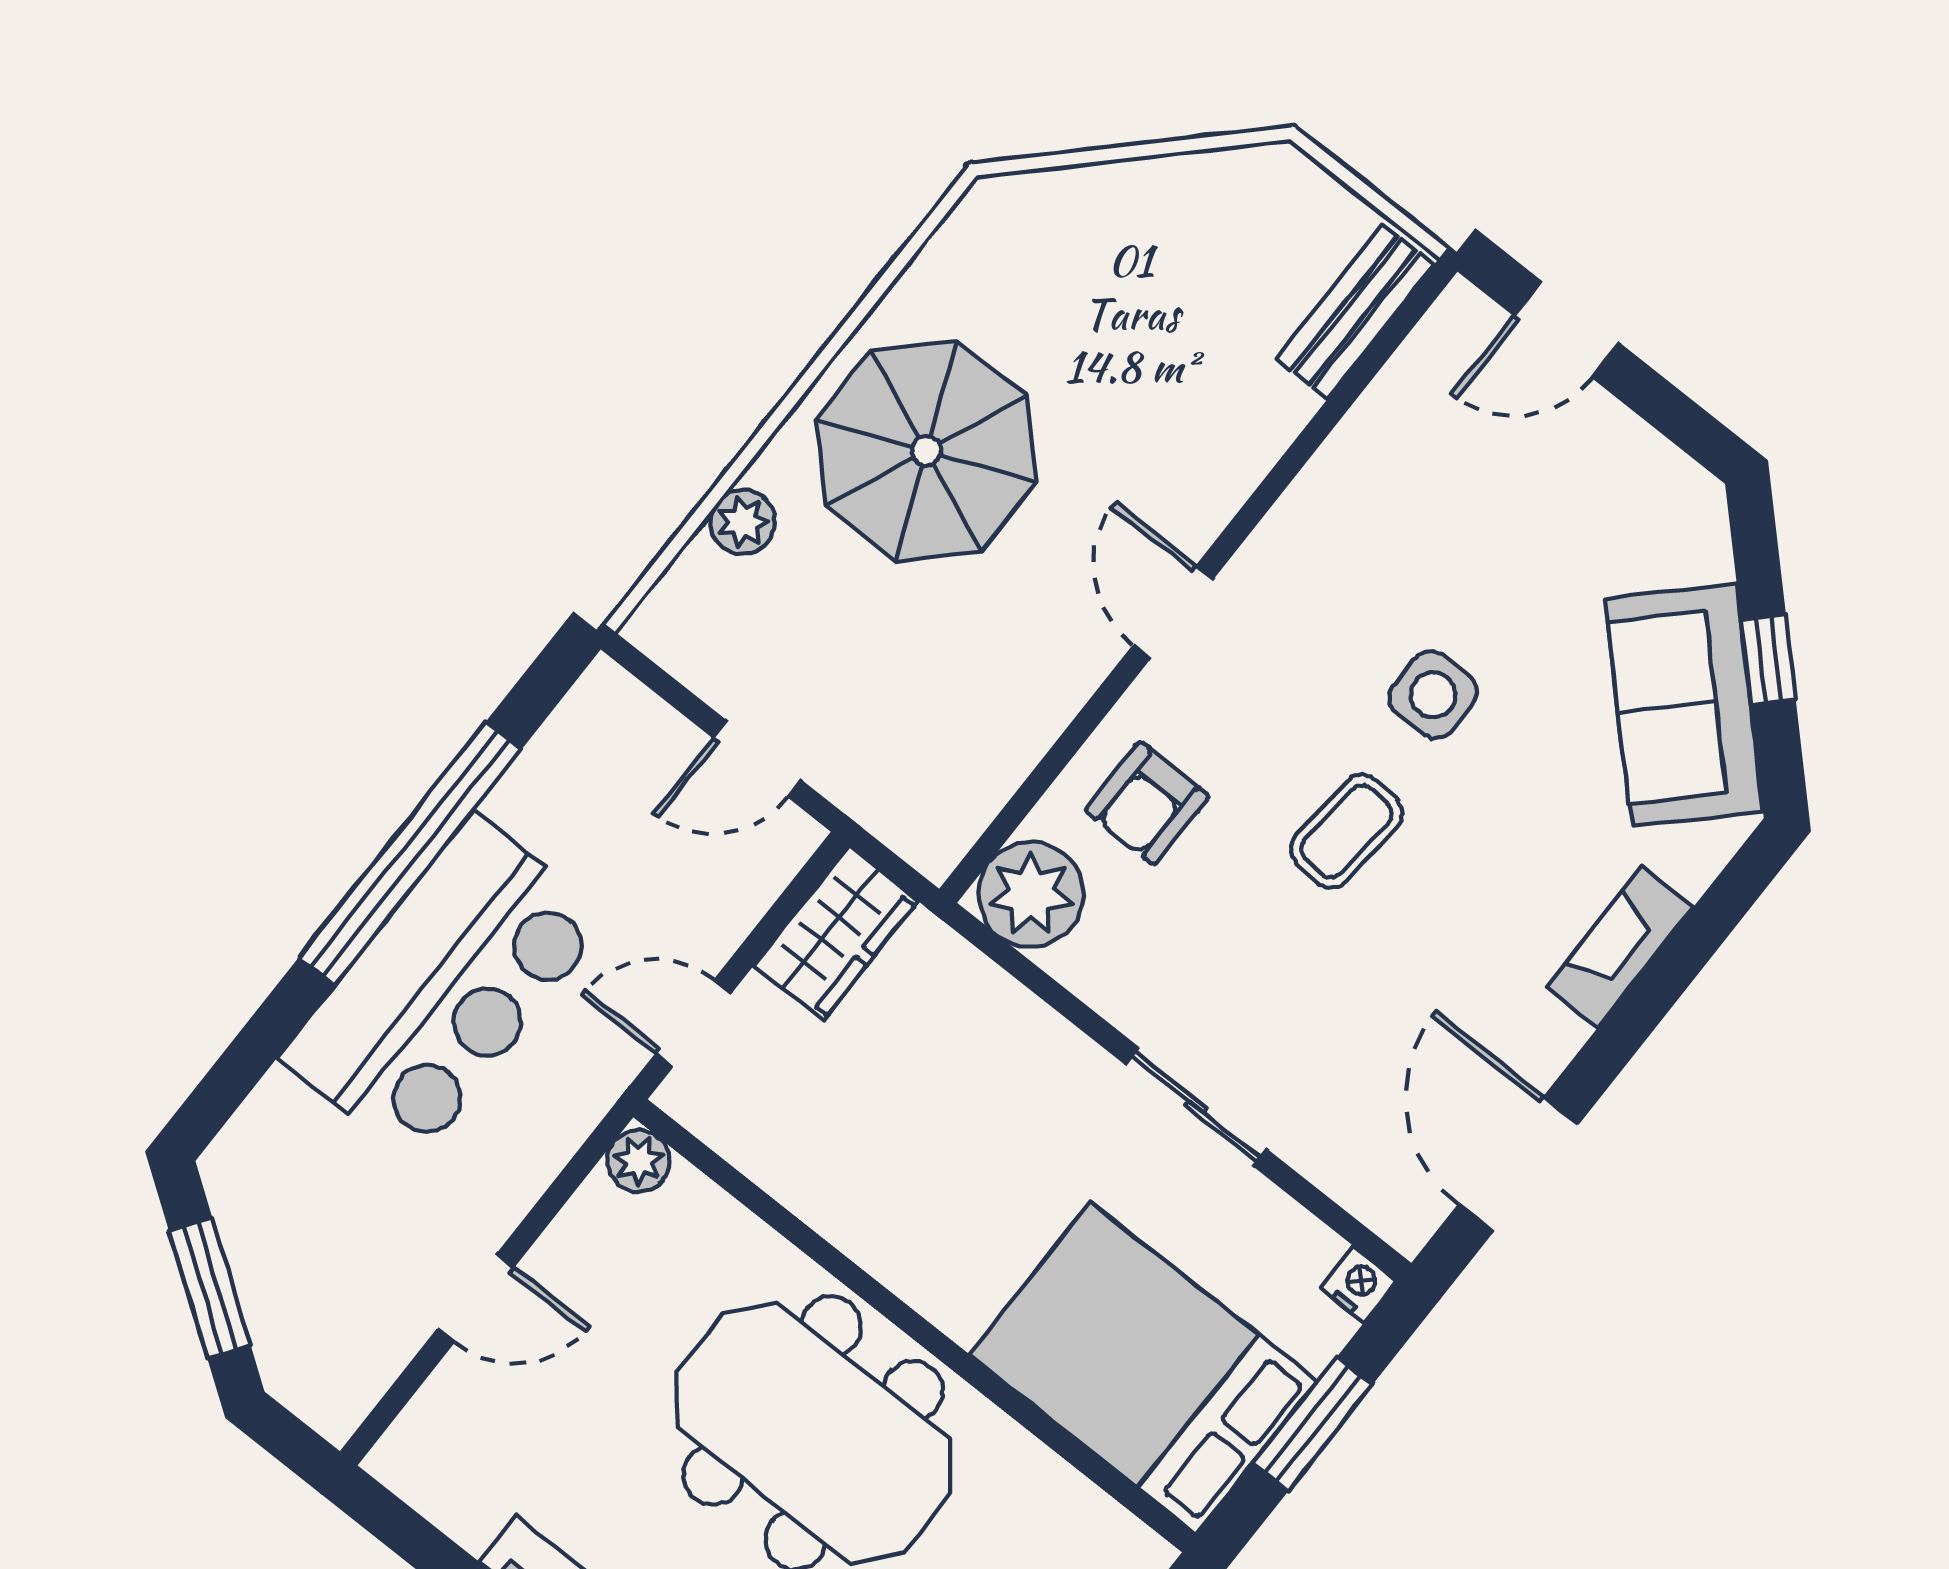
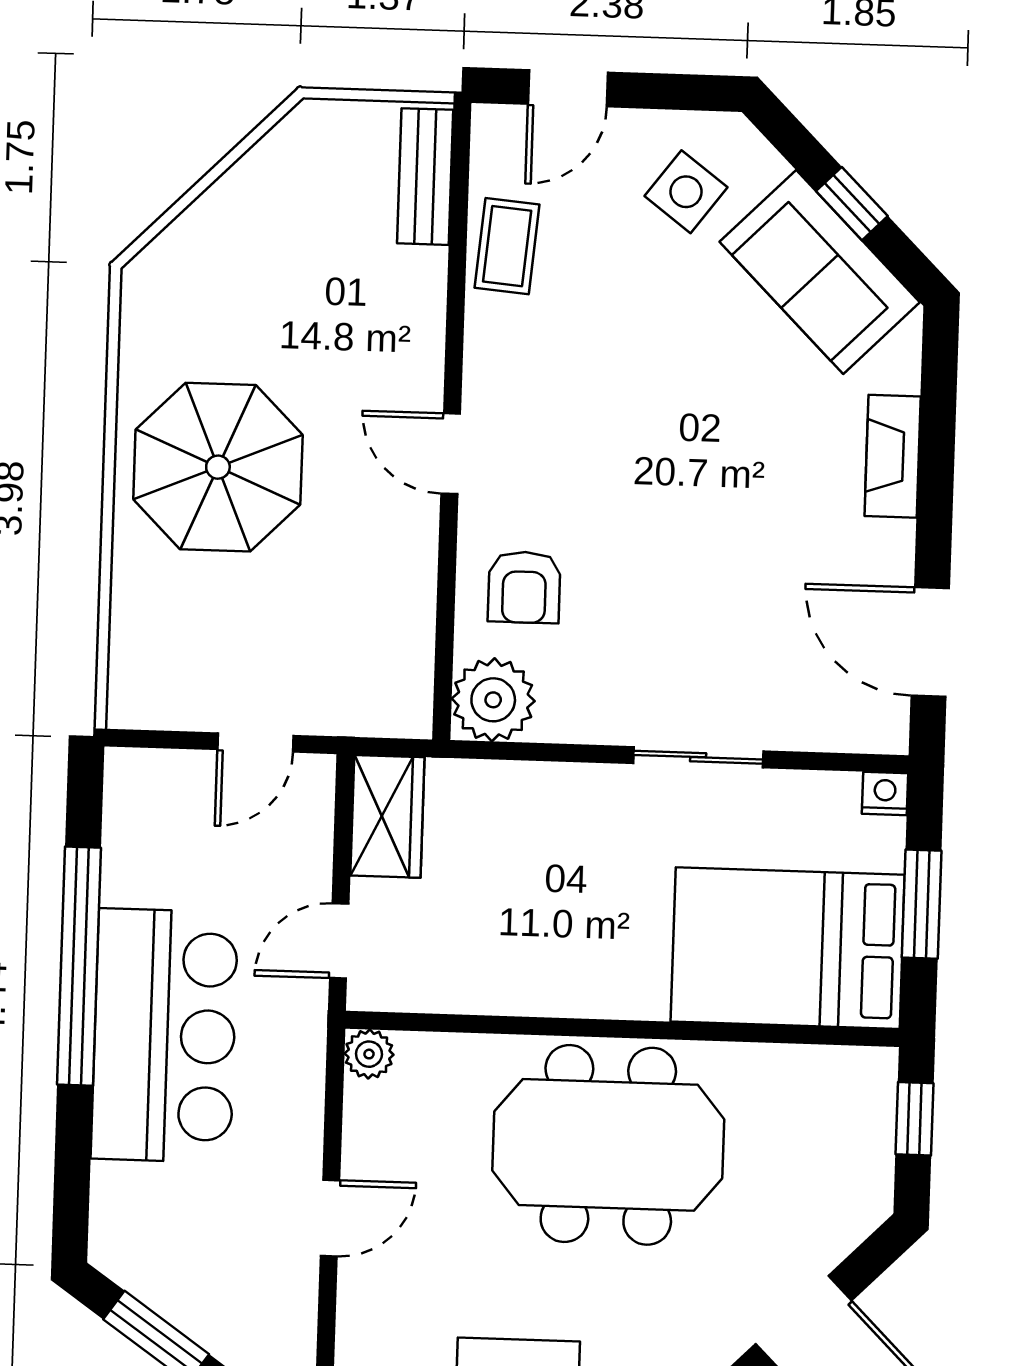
plant: (743, 522) -> (135, 599), removed
side table: (1433, 695) -> (686, 192), moved, turned 37
coffee table: (1347, 831) -> (507, 246), moved

